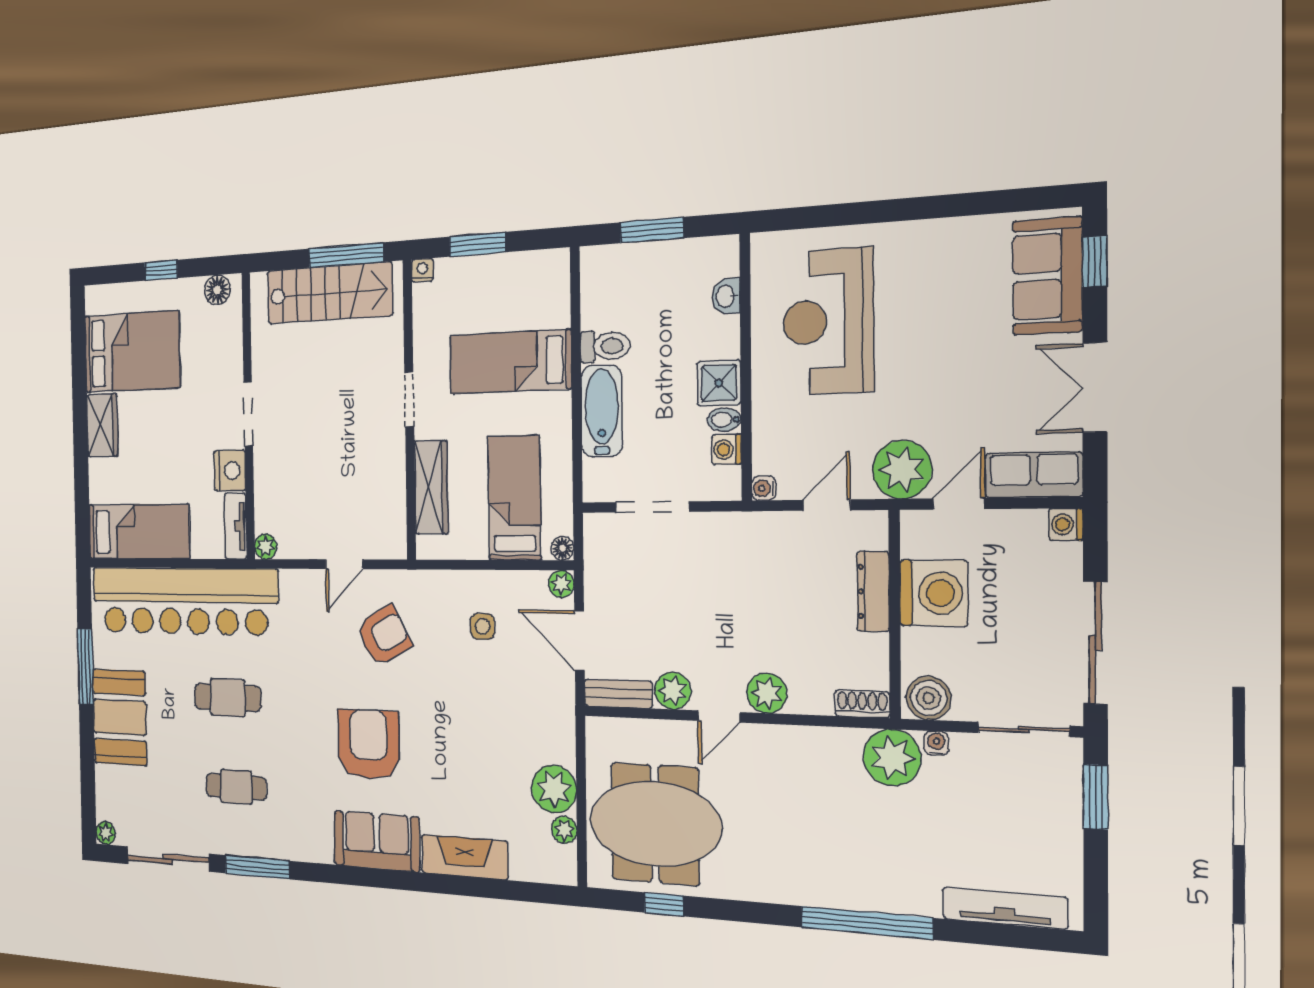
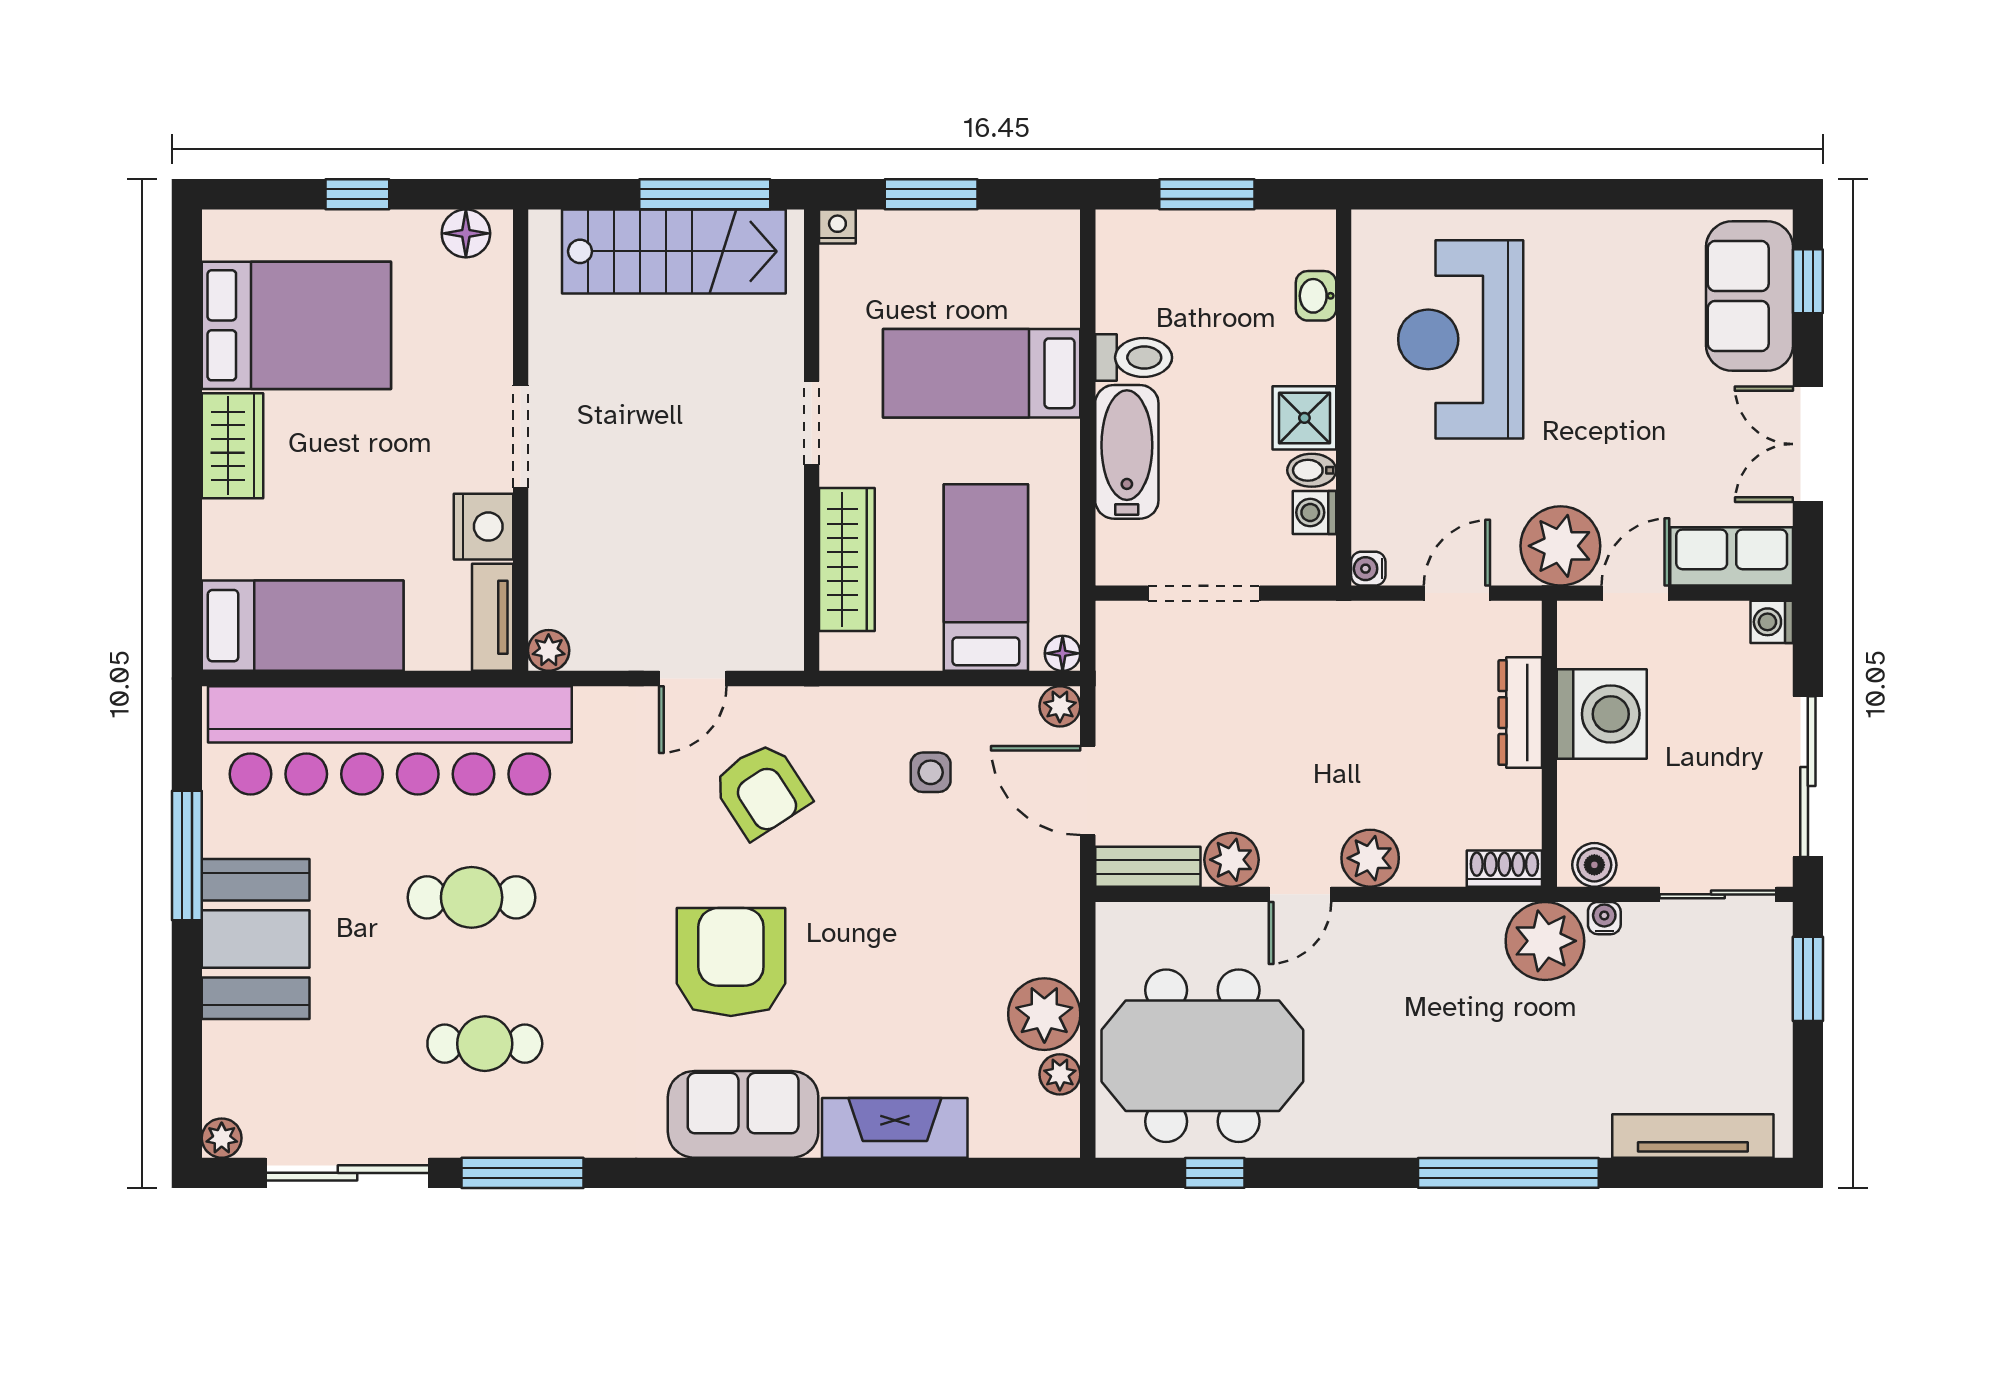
armchair: (384, 636) -> (761, 790), turned 86
boiler: (929, 698) -> (1594, 865), width x0.73, depth x0.73

